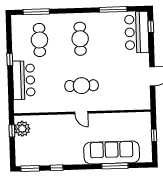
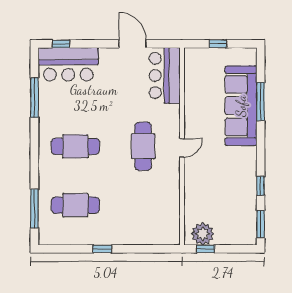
bar counter: (24, 80) -> (165, 75), moved, turned -90

